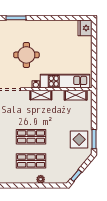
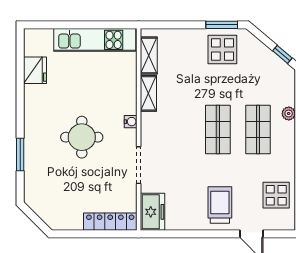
fridge: (85, 28) -> (35, 70), moved, turned -90
kitchen unit: (65, 81) -> (95, 40), moved, turned -90
shelving: (41, 95) -> (148, 93), moved

